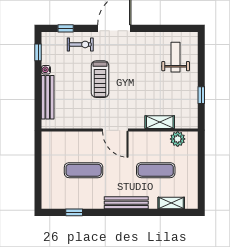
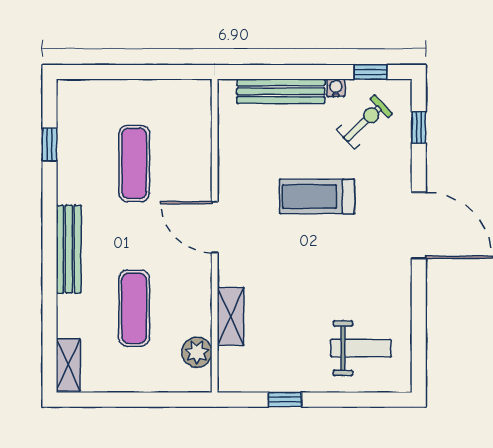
exercise bike: (80, 44) -> (364, 122), moved, turned -133
door: (115, 130) -> (215, 227), hinge flipped
shelving: (171, 203) -> (68, 365), moved

